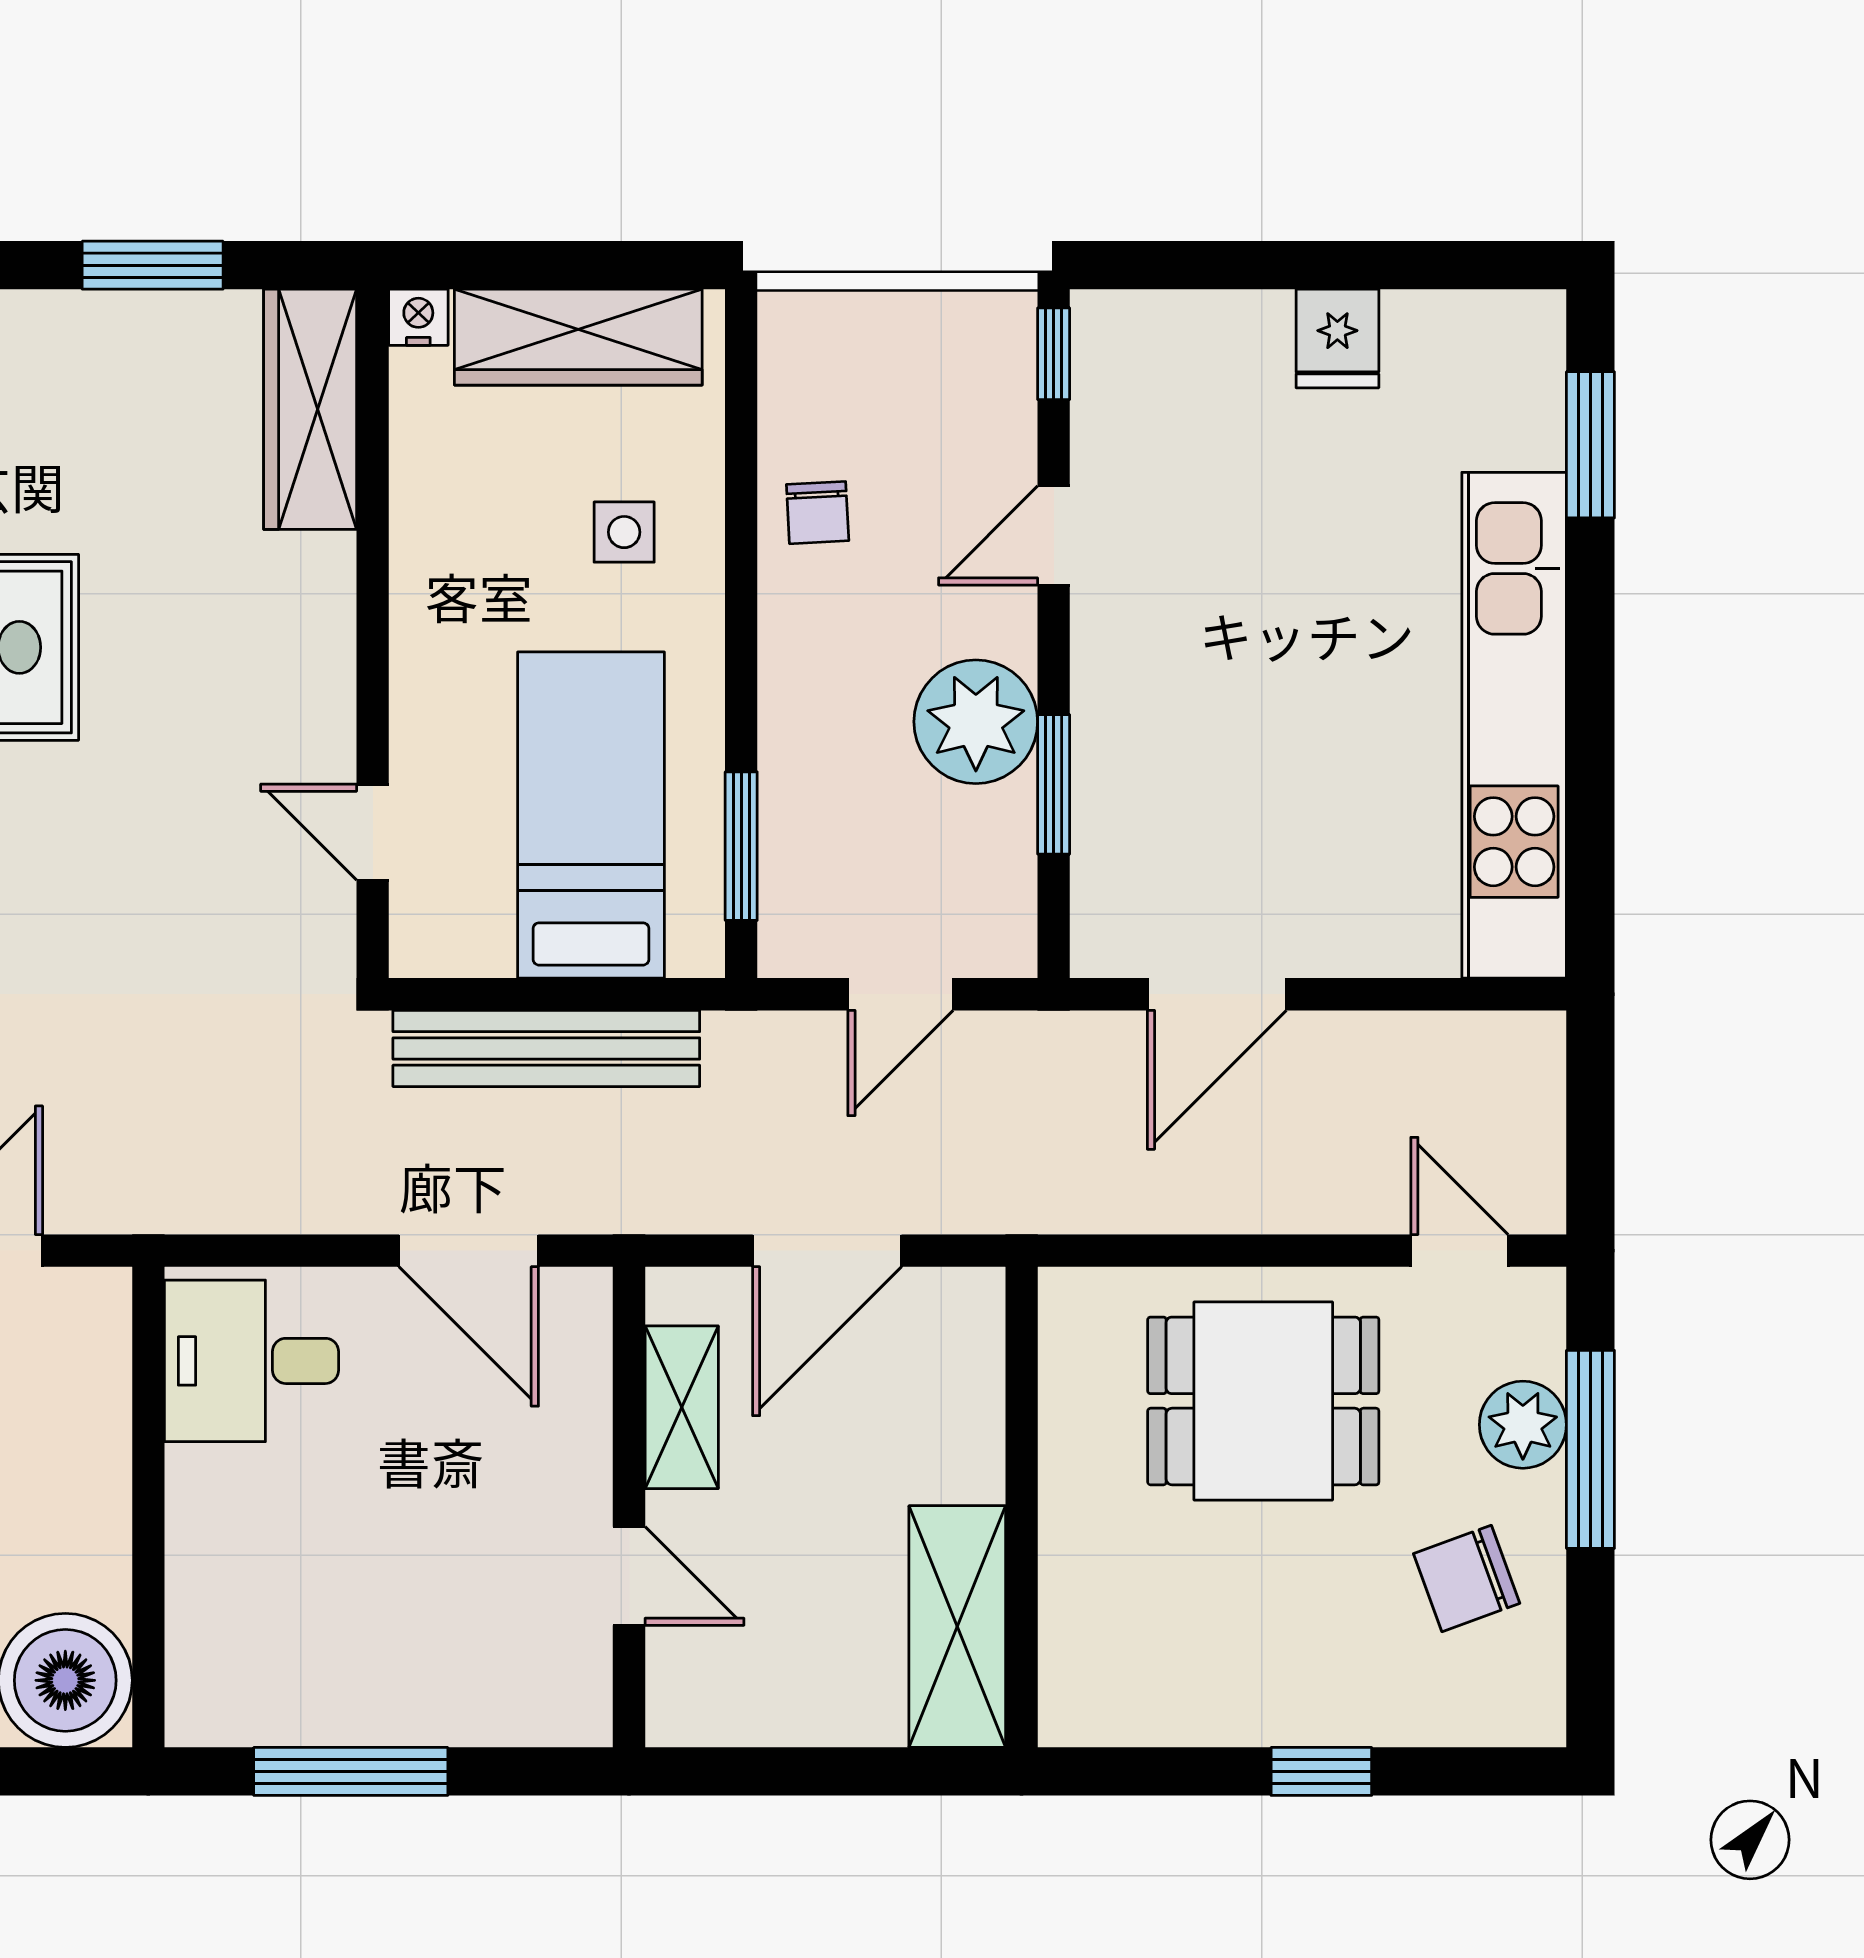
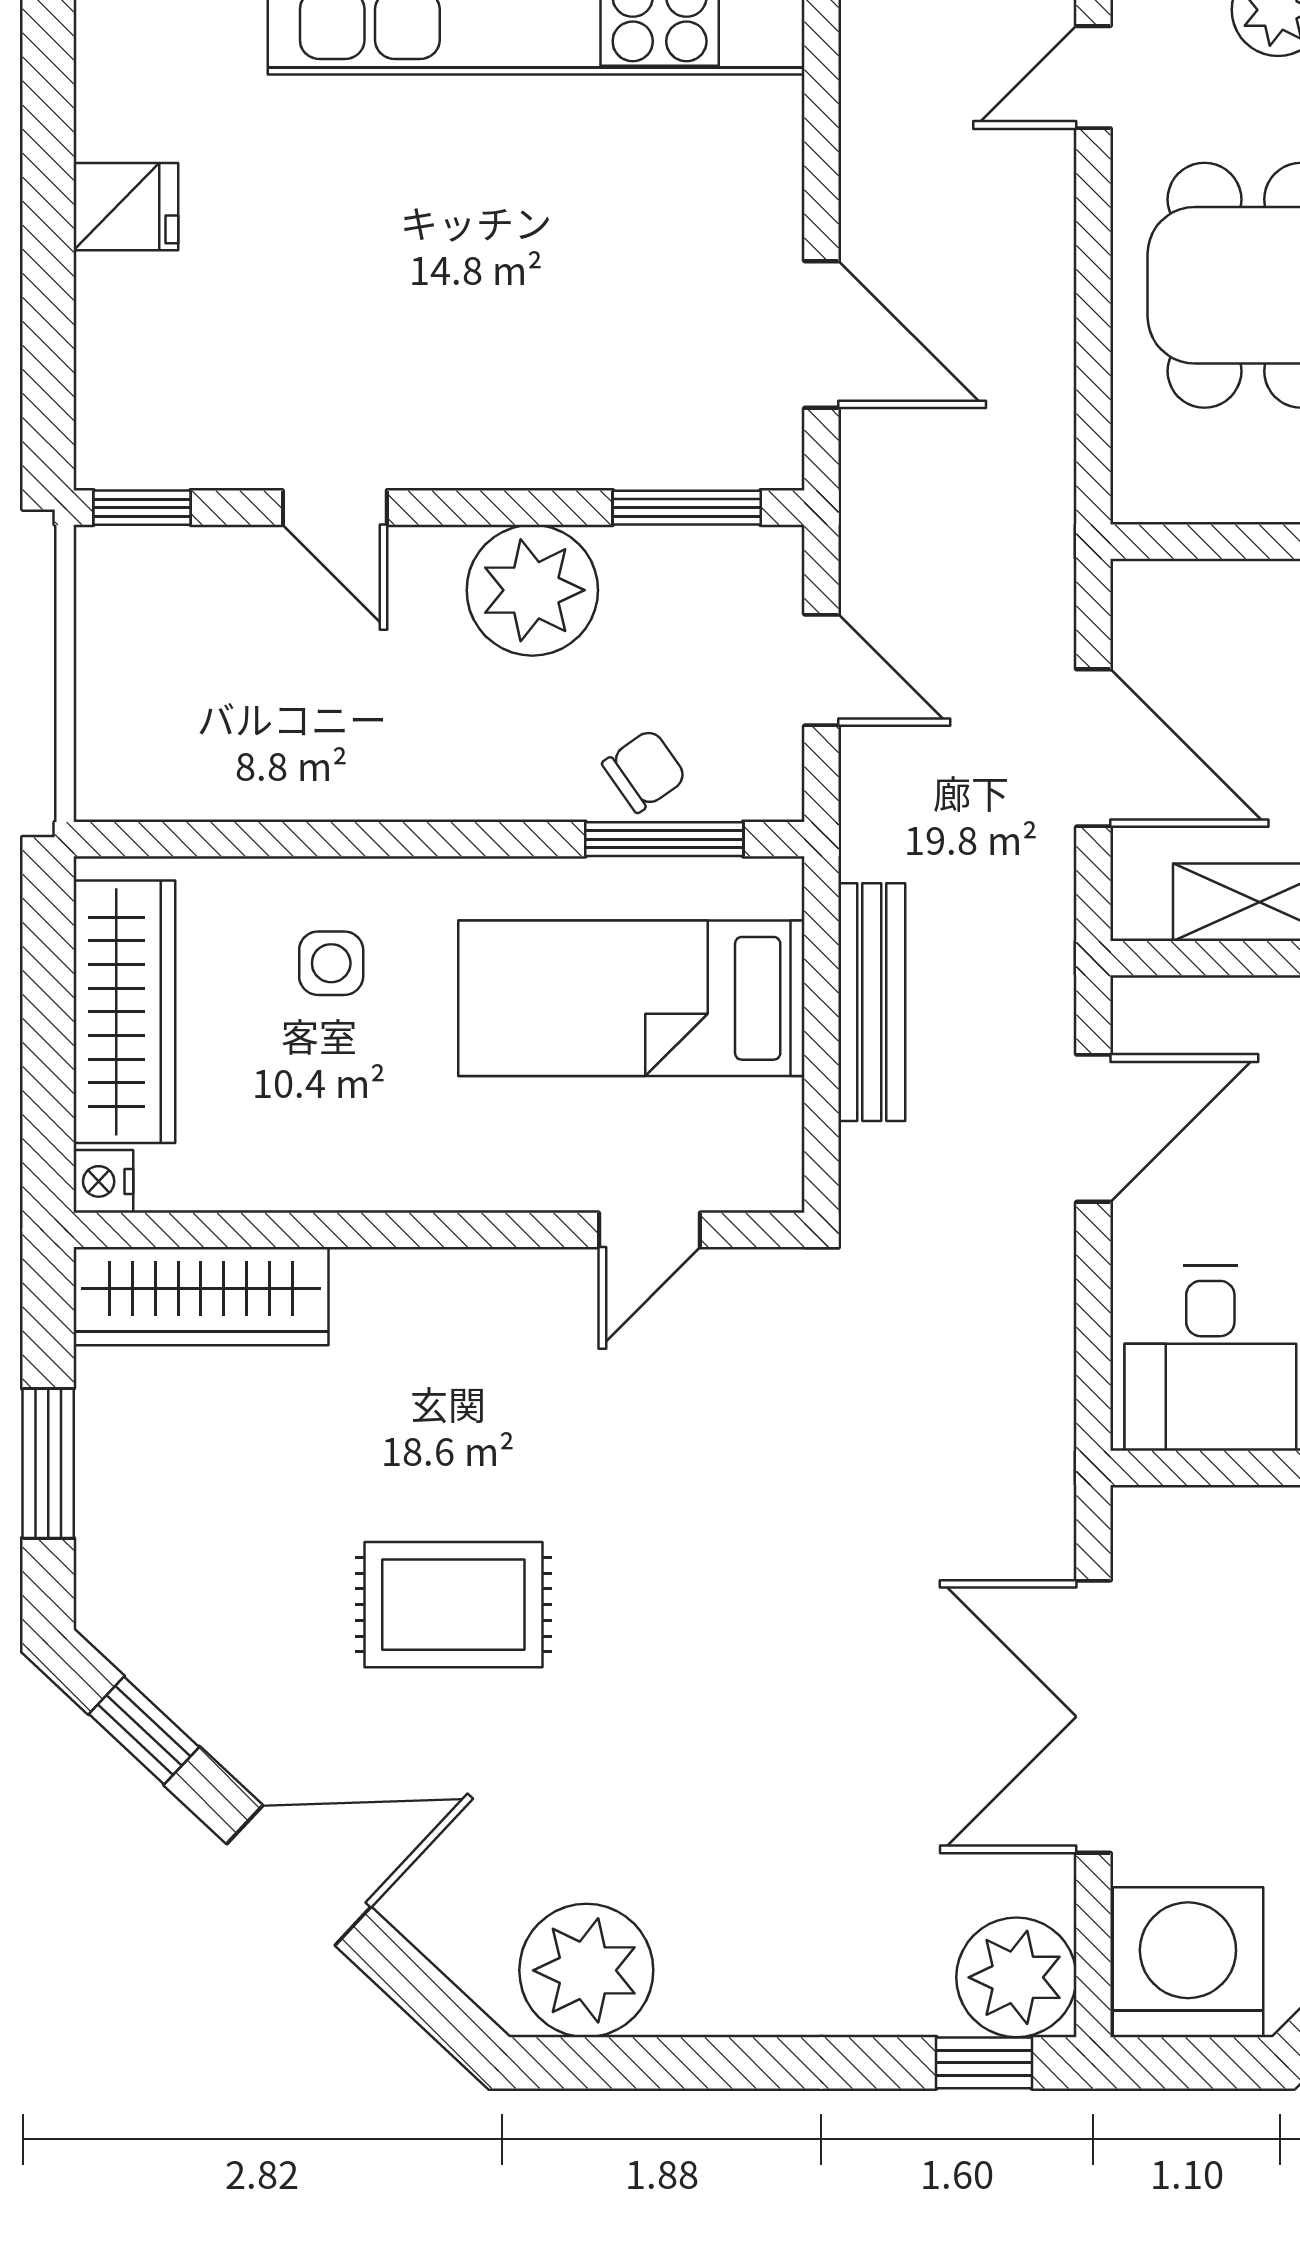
chair: (818, 513) -> (645, 771), moved, turned -32
window: (1054, 784) -> (687, 508), moved
bench: (546, 1048) -> (872, 1002), width x0.73, depth x0.82

